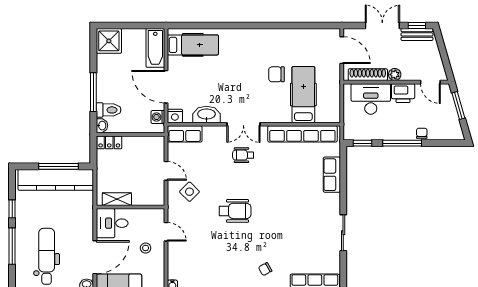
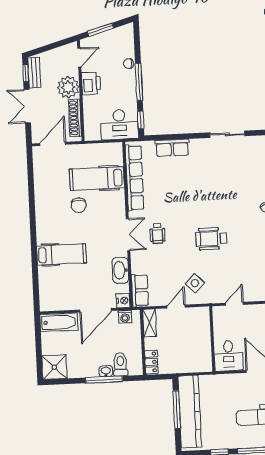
hospital bed: (193, 45) -> (61, 254), moved, turned 90
plant: (395, 75) -> (68, 87), width x1.88, depth x1.88
desk: (371, 99) -> (119, 125), moved, turned -90
washbasin: (102, 126) -> (106, 371), moved
shelving: (117, 199) -> (150, 323), moved
wheelchair: (235, 211) -> (211, 239), turned -90
stool: (146, 248) -> (251, 323), removed

